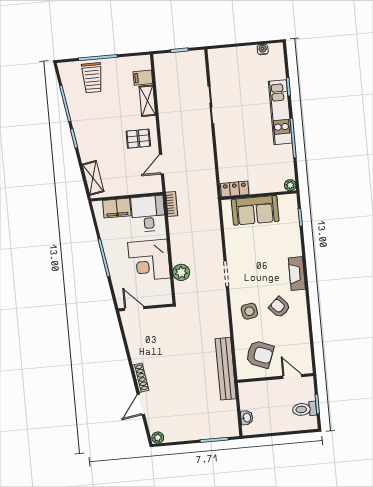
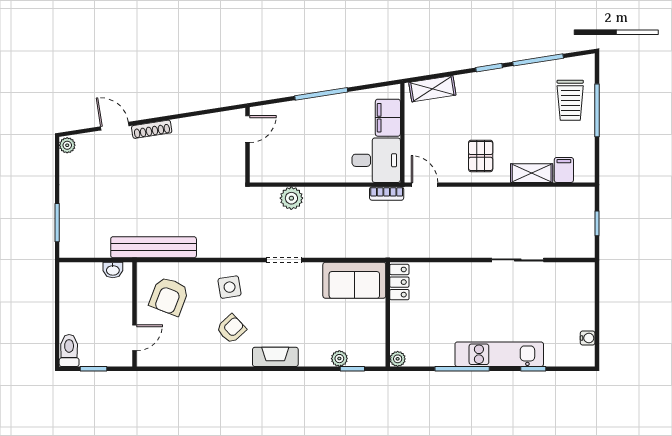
trolley: (92, 78) -> (570, 100), turned -90
door: (162, 164) -> (424, 185), moved
sofa: (255, 210) -> (354, 280), moved, turned -90
plant: (294, 227) -> (339, 359), added
corner desk: (149, 260) -> (312, 155), removed
toilet: (304, 409) -> (69, 351), moved
washbasin: (247, 418) -> (113, 270), moved

